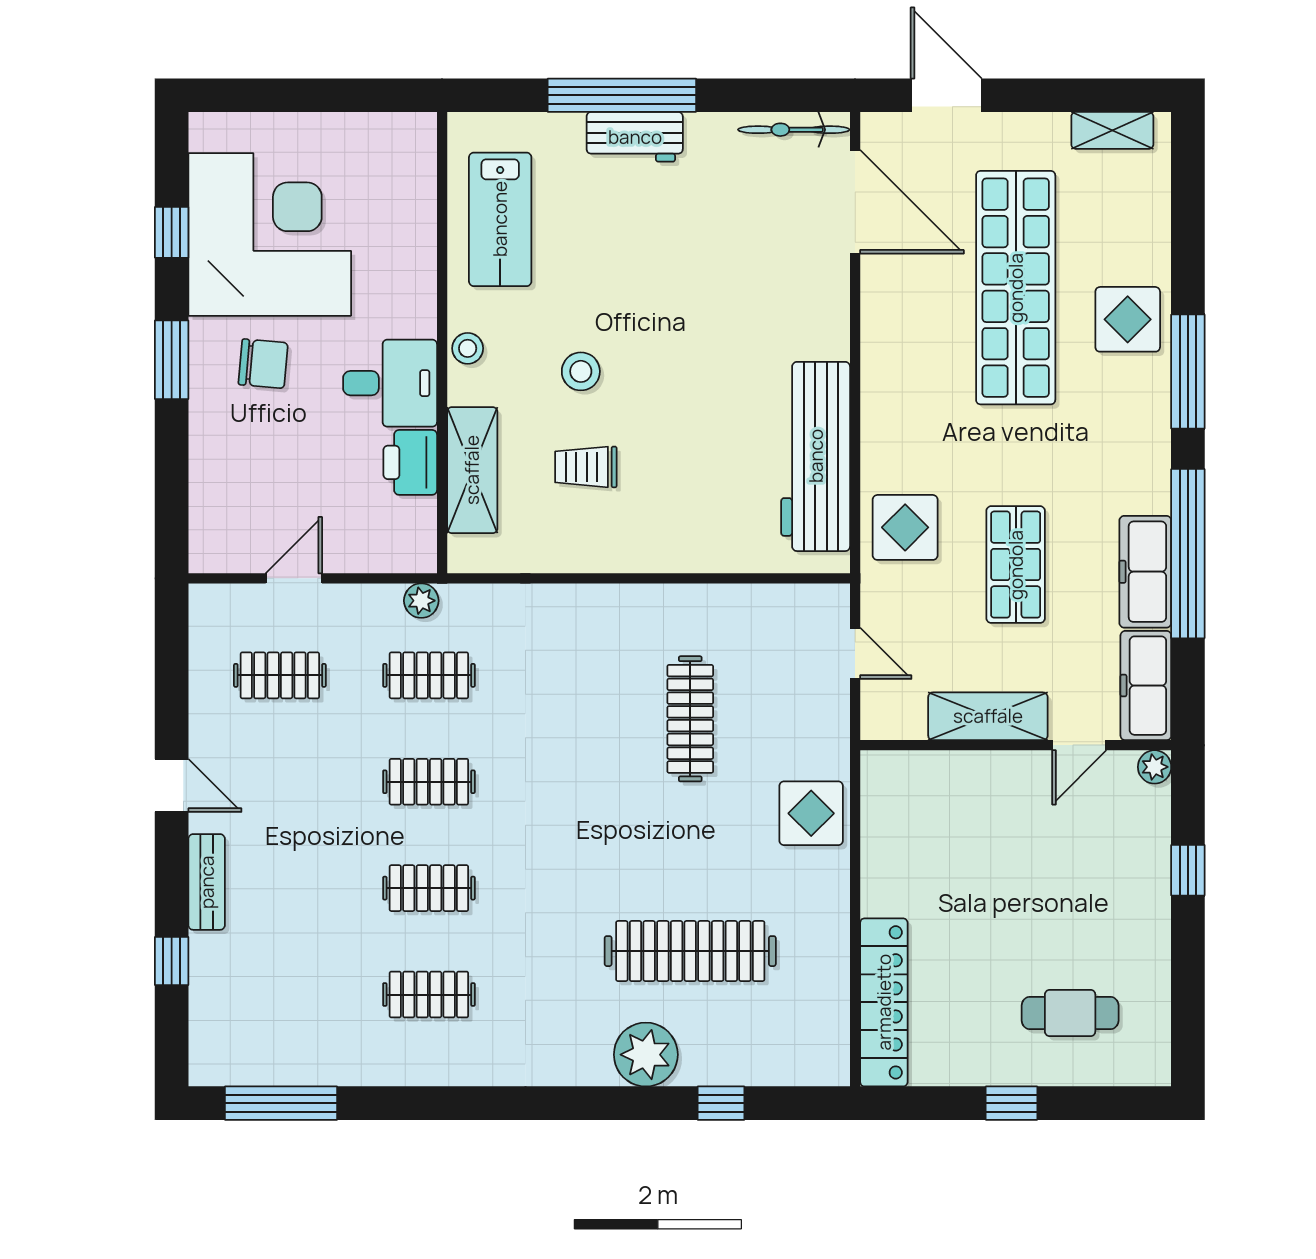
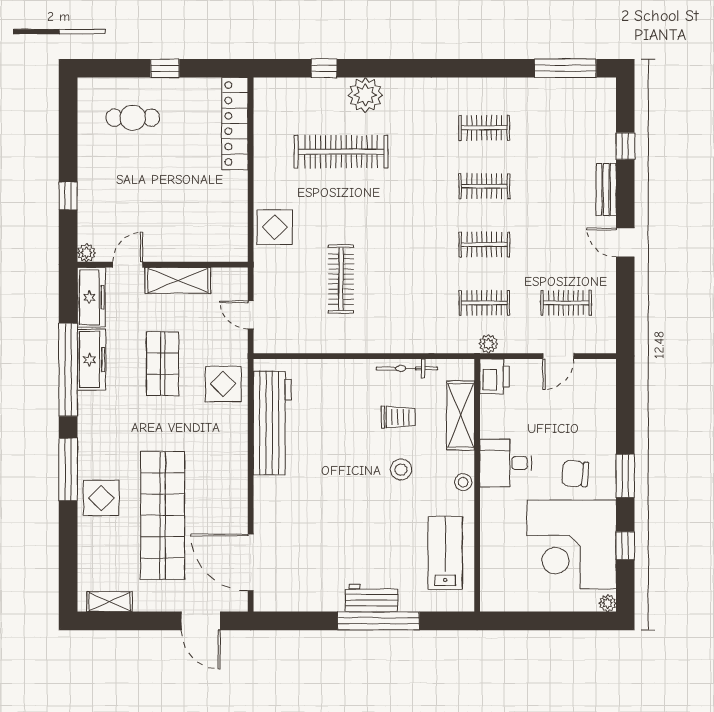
plant: (204, 128) -> (608, 603), added
bicycle: (794, 130) -> (407, 368), moved, turned 180
printer: (410, 462) -> (495, 377), moved

